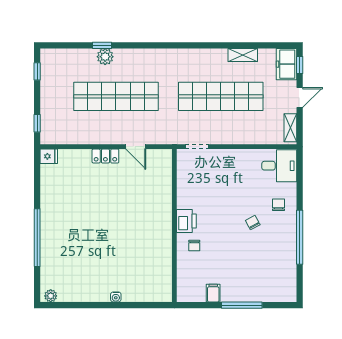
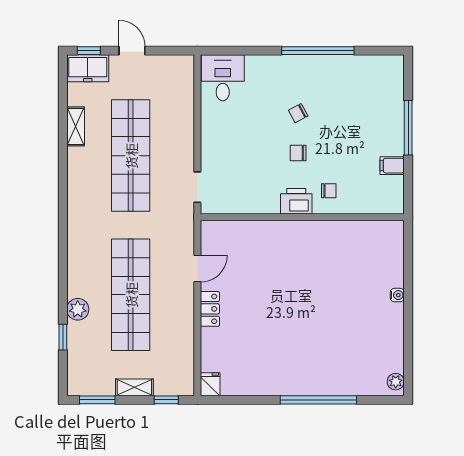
window: (102, 45) -> (63, 337), moved
window: (37, 71) -> (97, 400), width x1.50
shelving: (290, 128) -> (134, 387), moved
chair: (279, 205) -> (298, 153), moved

